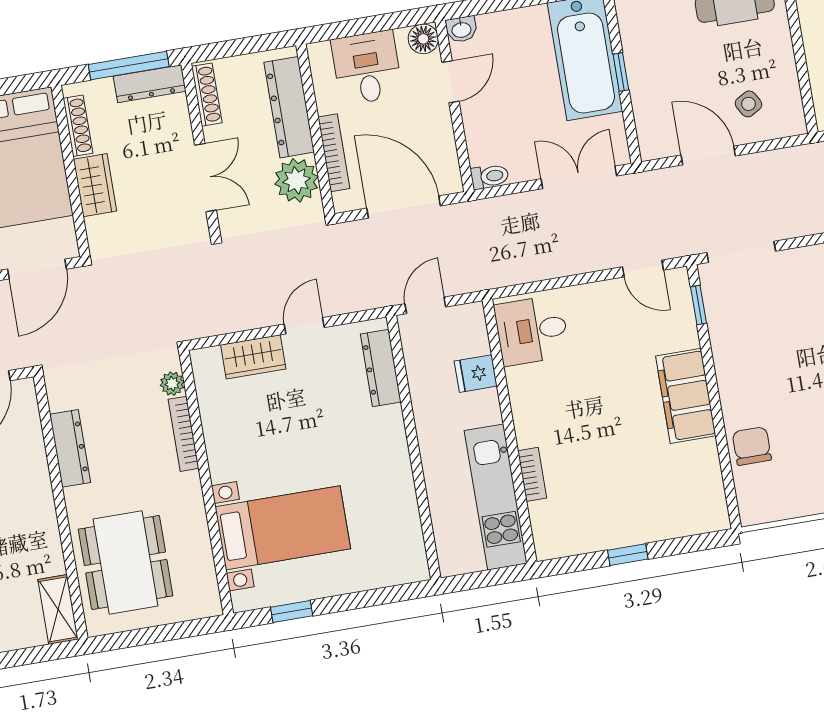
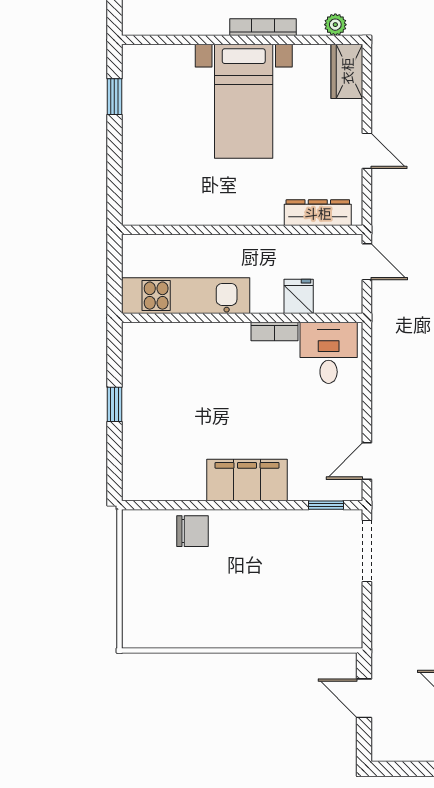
wardrobe: (253, 357) -> (347, 71), moved
bookcase: (184, 434) -> (263, 27), moved
bookcase: (532, 474) -> (274, 331), moved
bed with nightstands: (283, 528) -> (244, 101), moved

